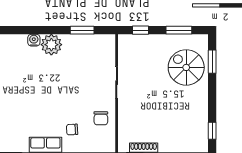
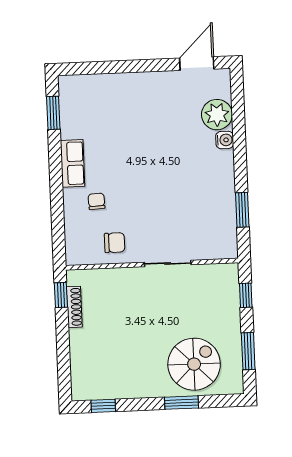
plant: (51, 45) -> (217, 115), moved
window: (212, 62) -> (181, 403), moved
chair: (101, 118) -> (115, 243), turned 180

